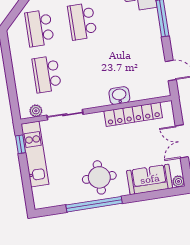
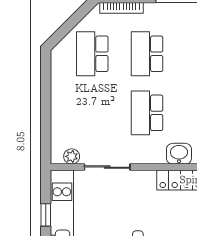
school desk: (47, 74) -> (147, 113), moved
window: (21, 144) -> (46, 215), moved

